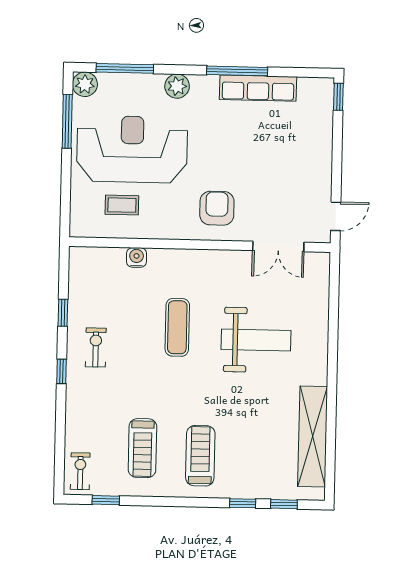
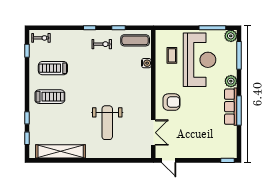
row of seats: (258, 88) -> (231, 107), moved
double door: (278, 246) -> (153, 133), swing flipped
exercise mat: (177, 327) -> (135, 40), moved

